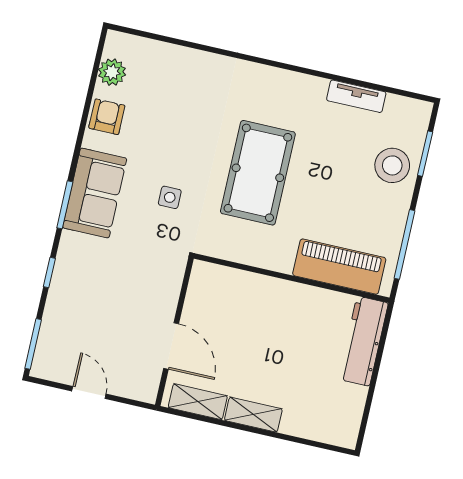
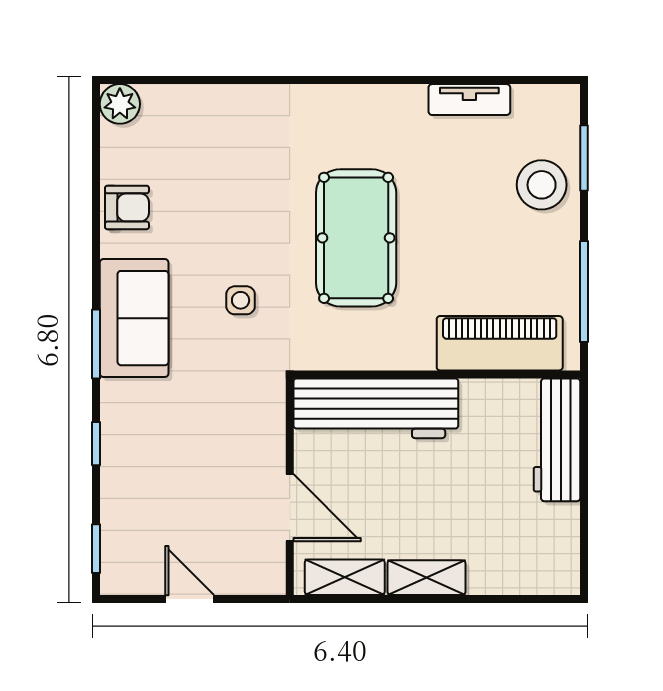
plant: (112, 72) -> (120, 104), moved
armchair: (107, 117) -> (127, 207), turned 90
workbench: (245, 292) -> (376, 408), added
window: (33, 344) -> (96, 549), width x0.67

